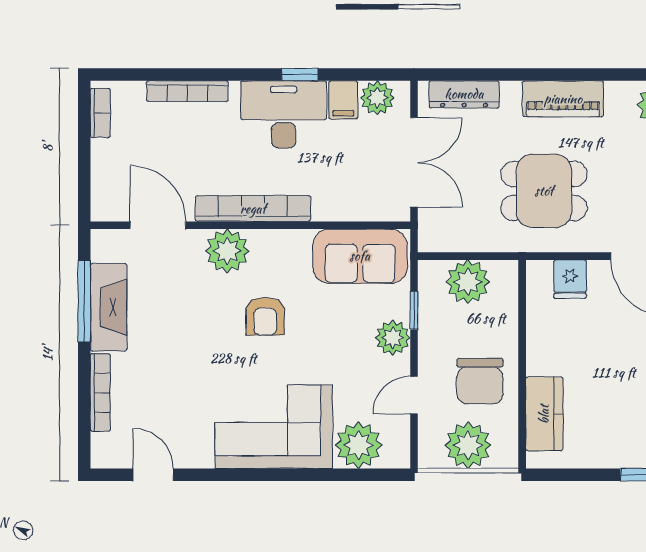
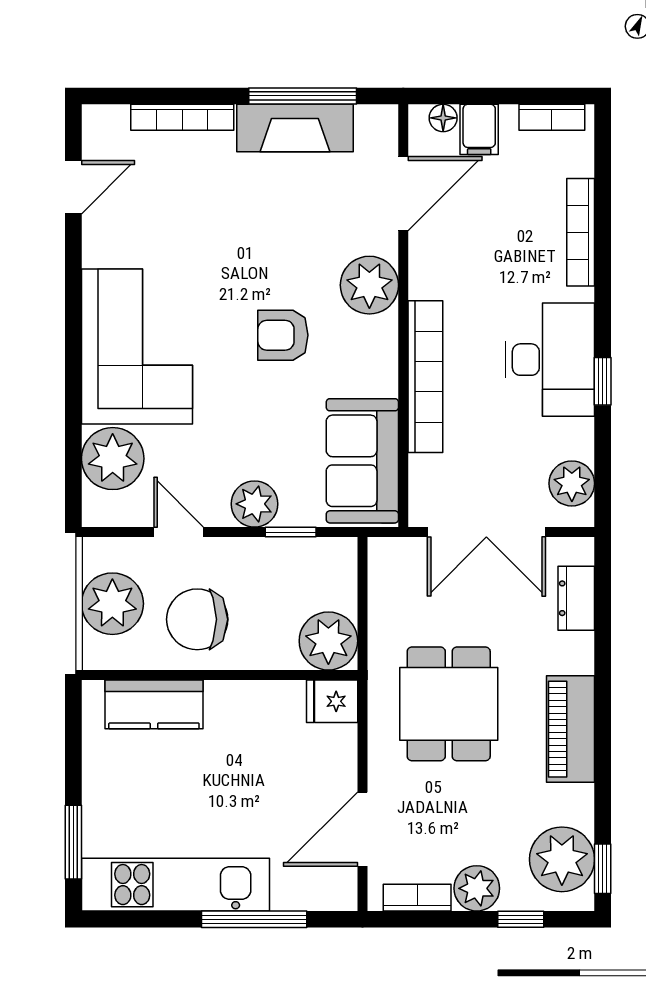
dresser: (464, 94) -> (576, 598), width x0.70
filing cabinet: (343, 100) -> (479, 129), moved, turned -90
floor lamp: (101, 195) -> (443, 118), added
bookcase: (253, 209) -> (425, 377), moved
fridge: (570, 279) -> (332, 701), moved
plant: (468, 282) -> (328, 641), moved

